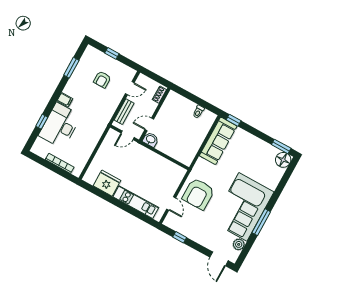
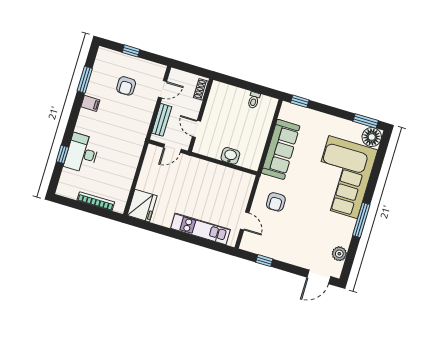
filing cabinet: (65, 100) -> (90, 103), moved
door: (149, 124) -> (196, 129), hinge flipped
desk: (60, 126) -> (82, 153), width x0.73, depth x0.77
washbasin: (151, 140) -> (230, 156), moved
sofa: (218, 141) -> (281, 149), moved
fridge: (107, 183) -> (142, 206), moved, turned 90
armchair: (198, 194) -> (276, 202), width x0.53, depth x0.53
corner sofa: (243, 207) -> (343, 177), moved
door: (219, 259) -> (319, 277), hinge flipped

